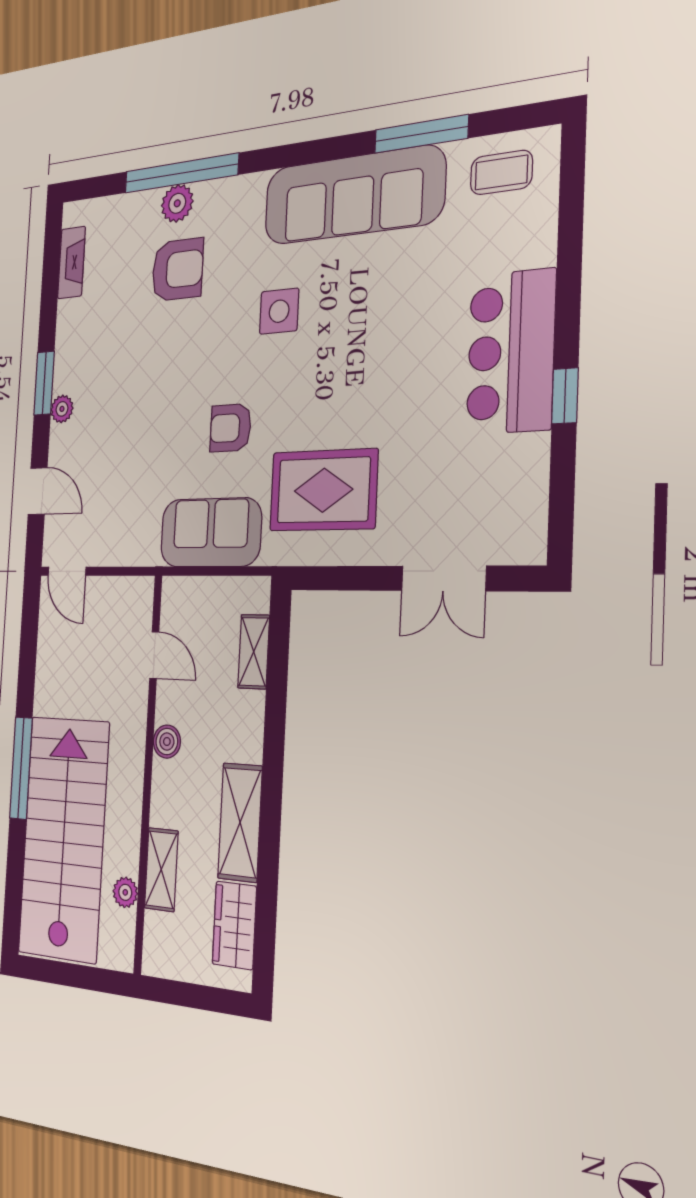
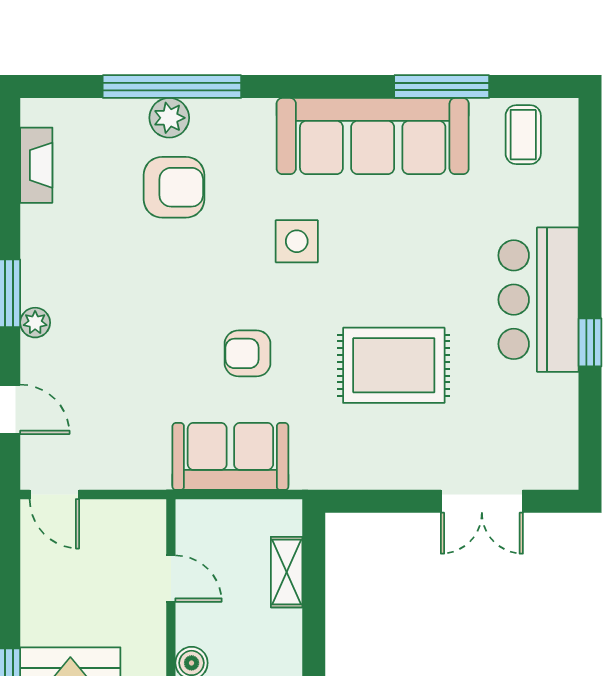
coffee table: (501, 172) -> (523, 135), turned 90
rug: (323, 490) -> (394, 365), moved

